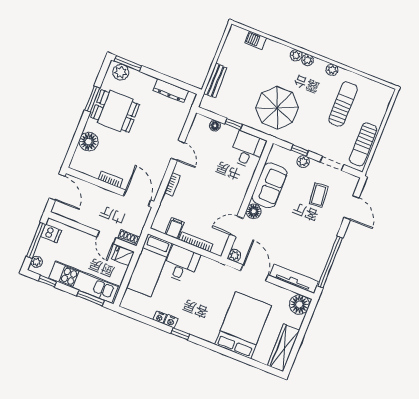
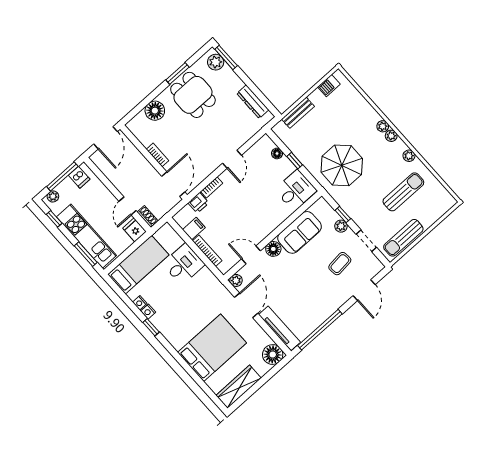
barbecue: (256, 40) -> (329, 86), moved, turned -90
printer: (167, 204) -> (198, 203), added
bed: (149, 265) -> (138, 265), moved, turned 180

